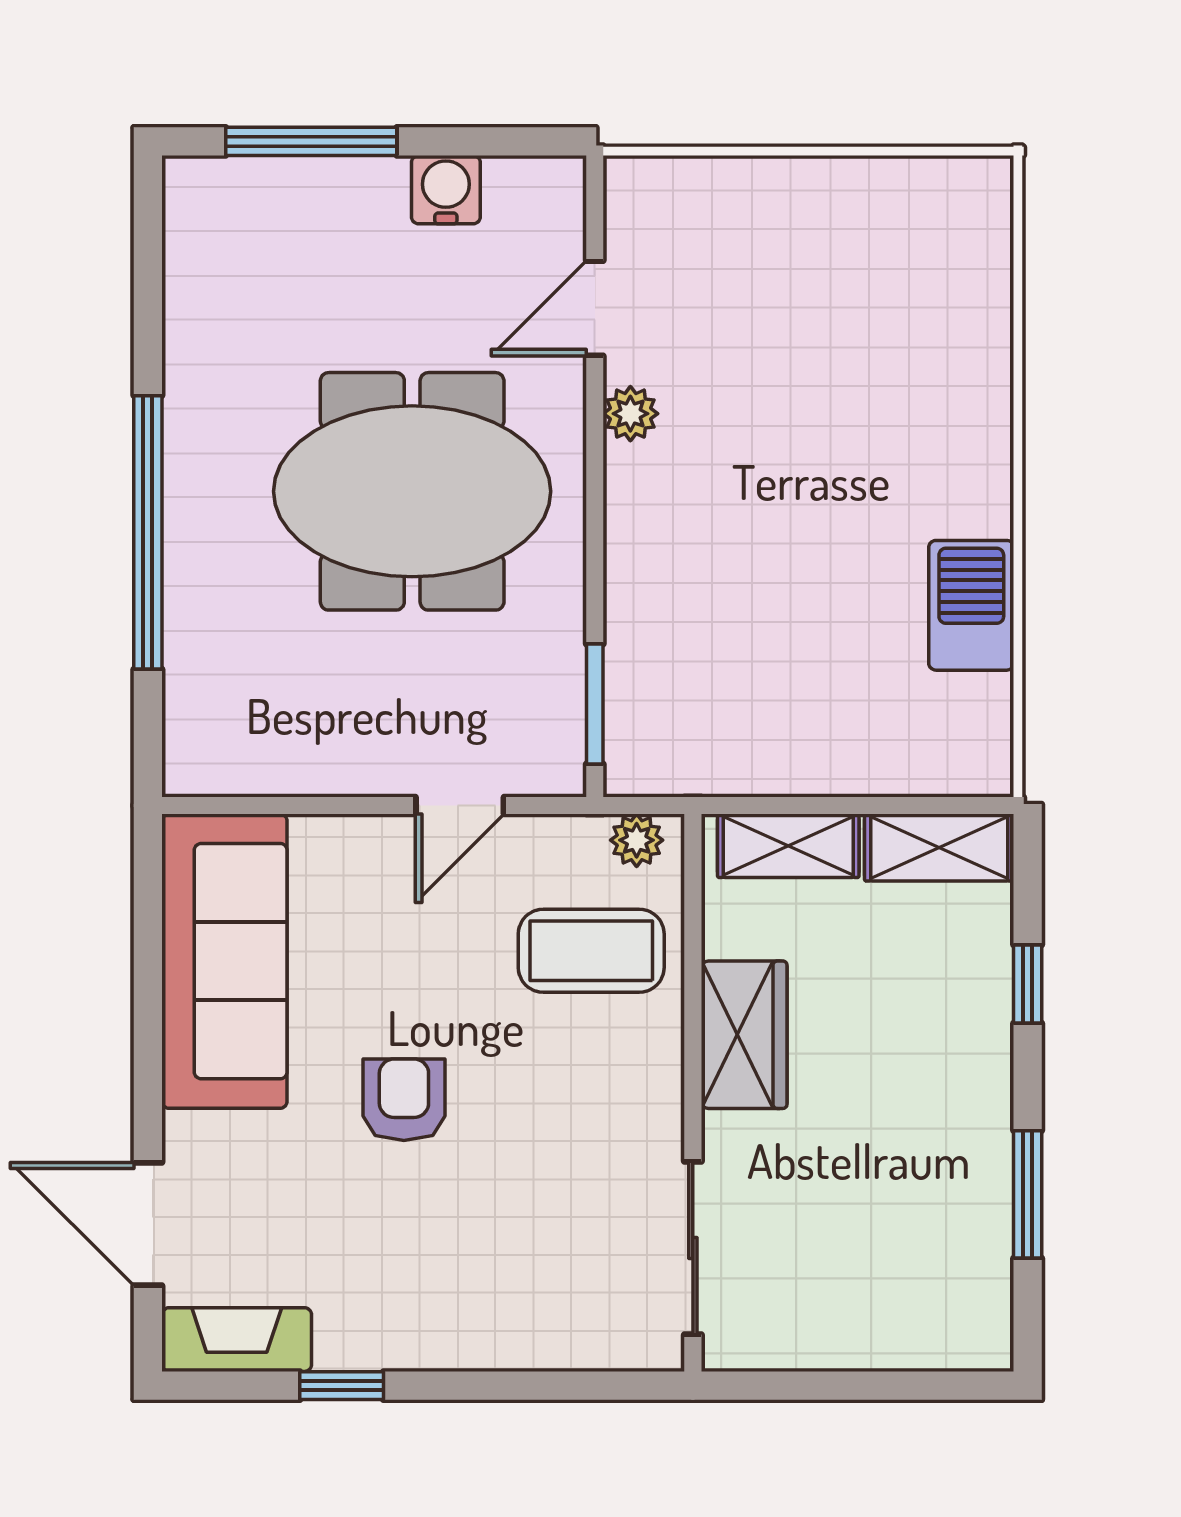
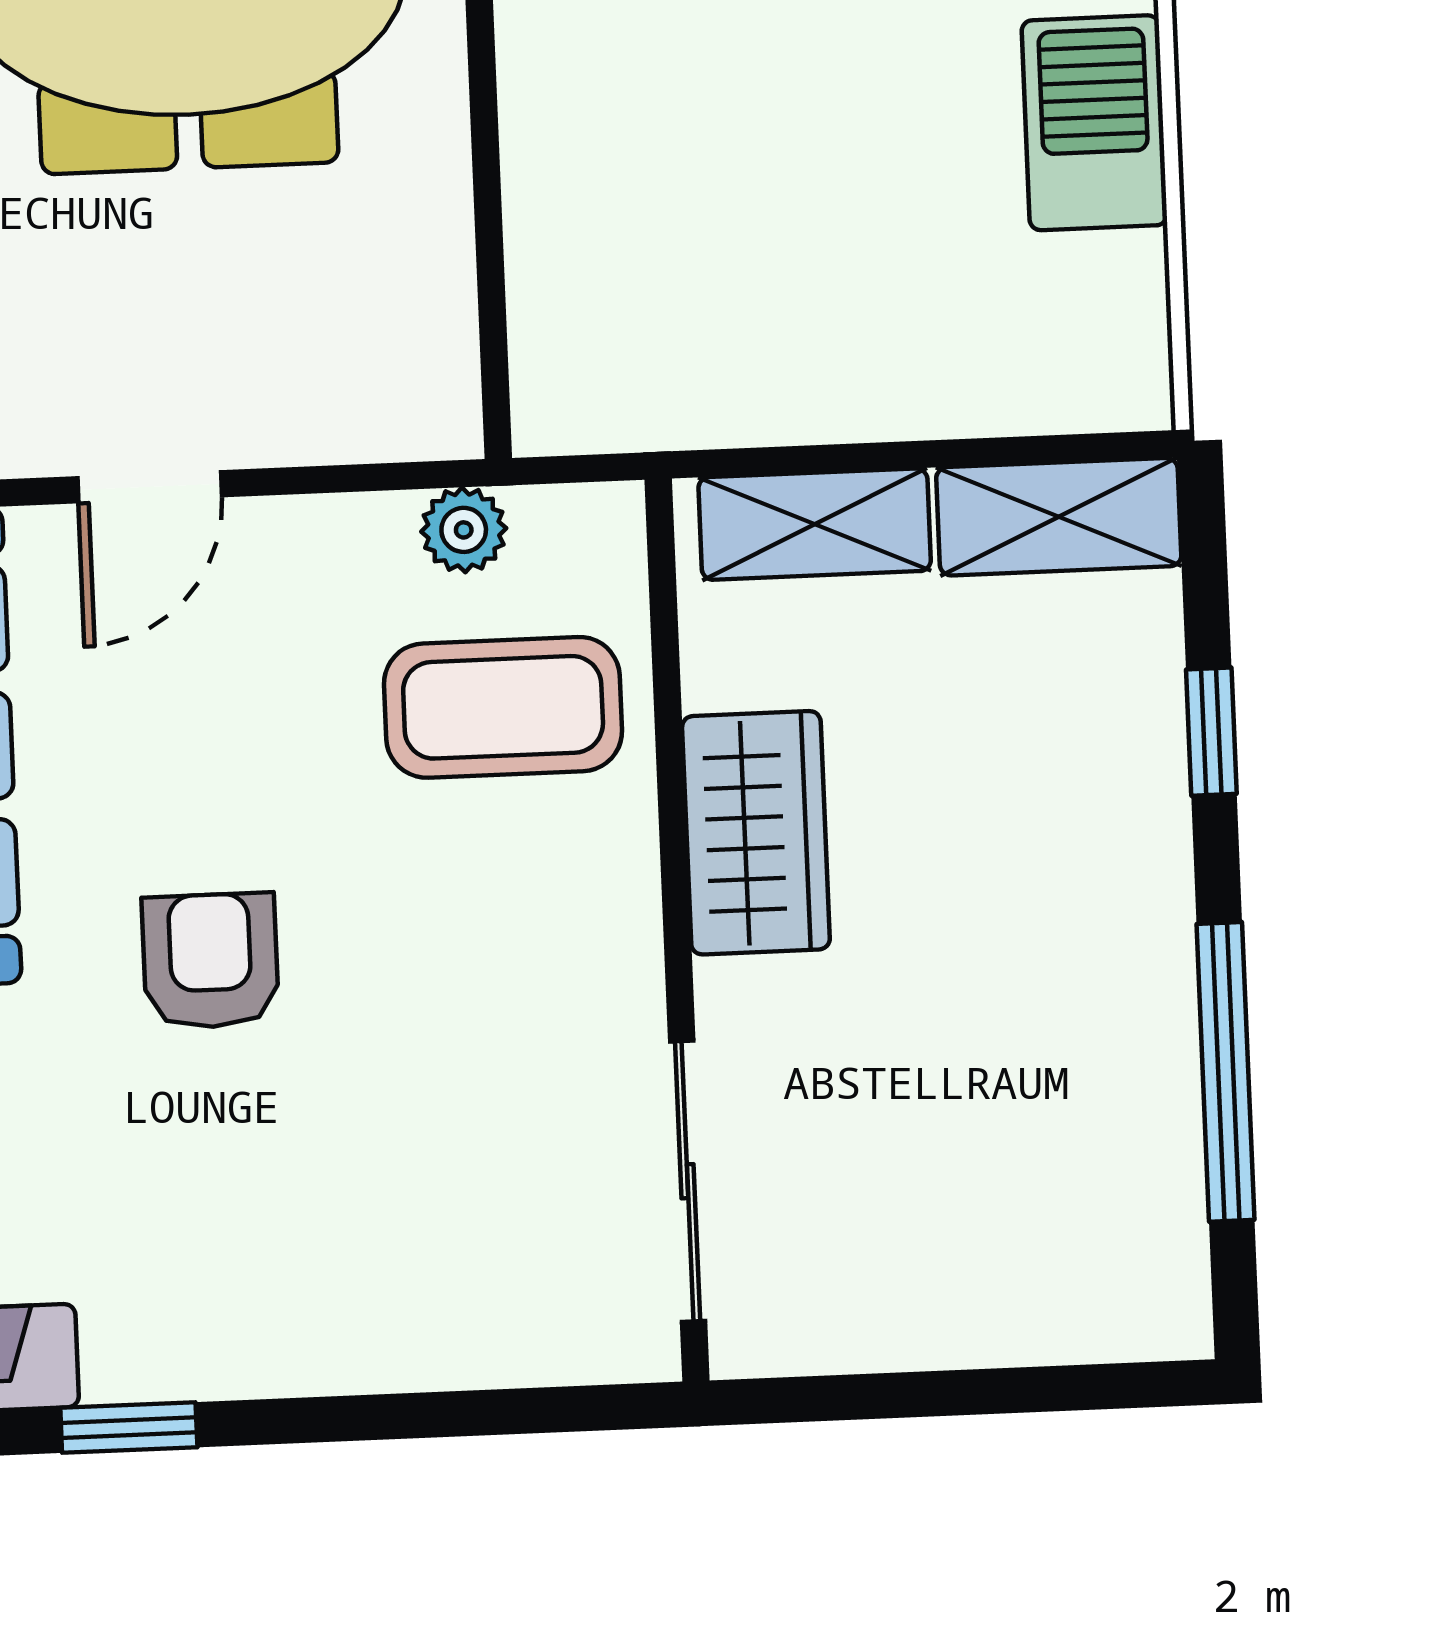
window: (595, 704) -> (492, 308), removed
door: (460, 806) -> (150, 487), moved
plant: (637, 840) -> (464, 530), moved
window: (1028, 1194) -> (1226, 1072), width x1.44

